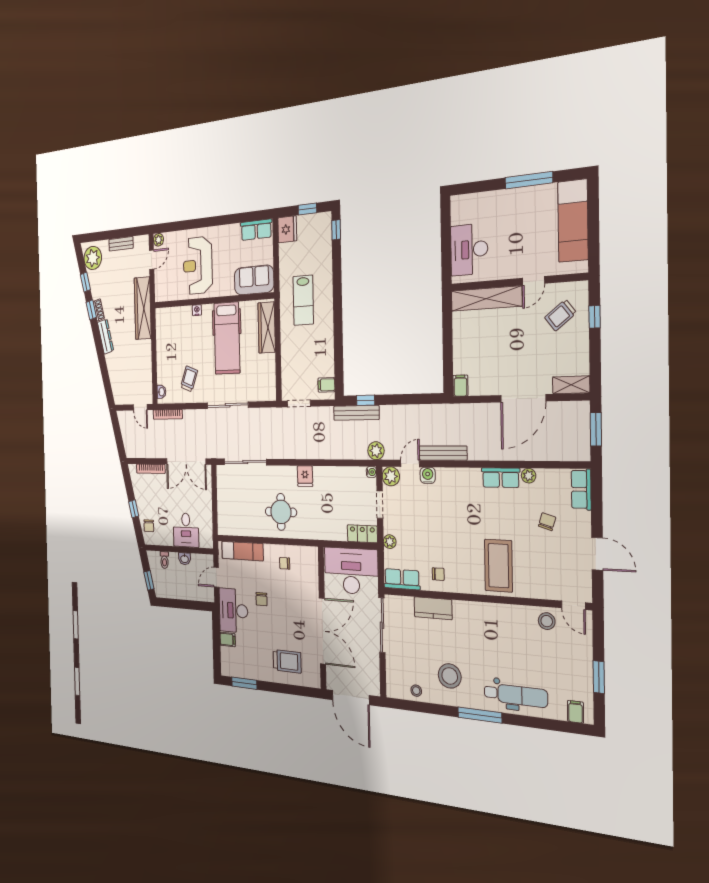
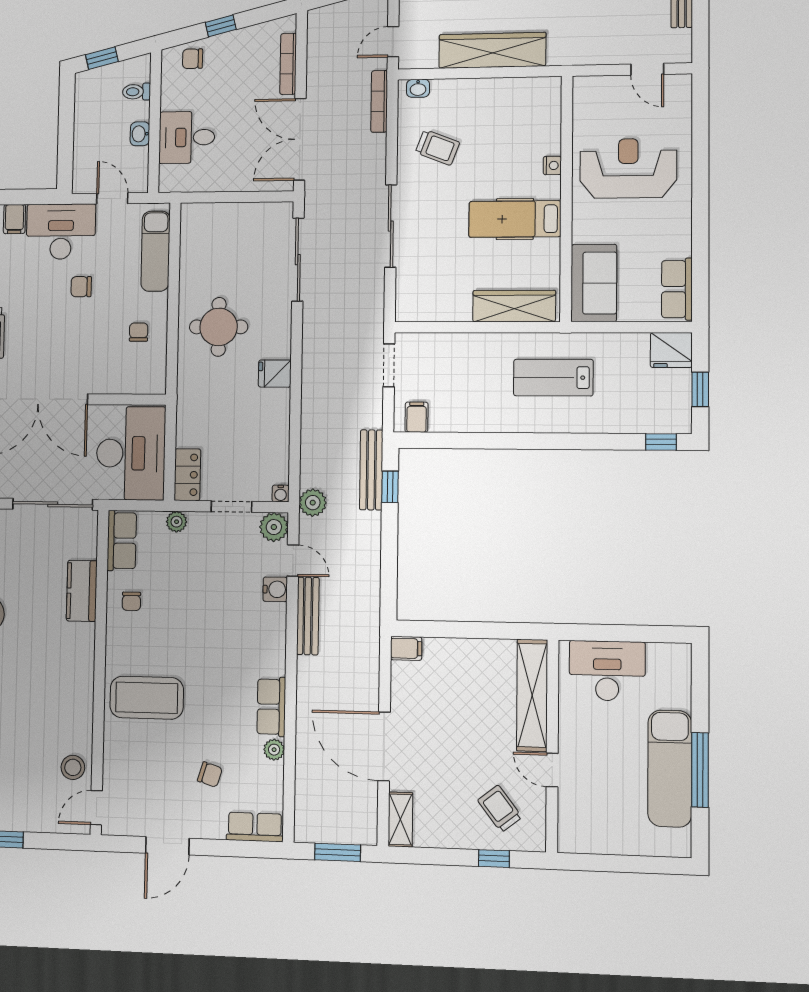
exam couch: (573, 221) -> (670, 768), moved, turned -90
plant: (158, 240) -> (681, 85), removed
wardrobe: (143, 308) -> (492, 50), moved
hospital bed: (227, 338) -> (515, 219), width x0.73, depth x0.78

